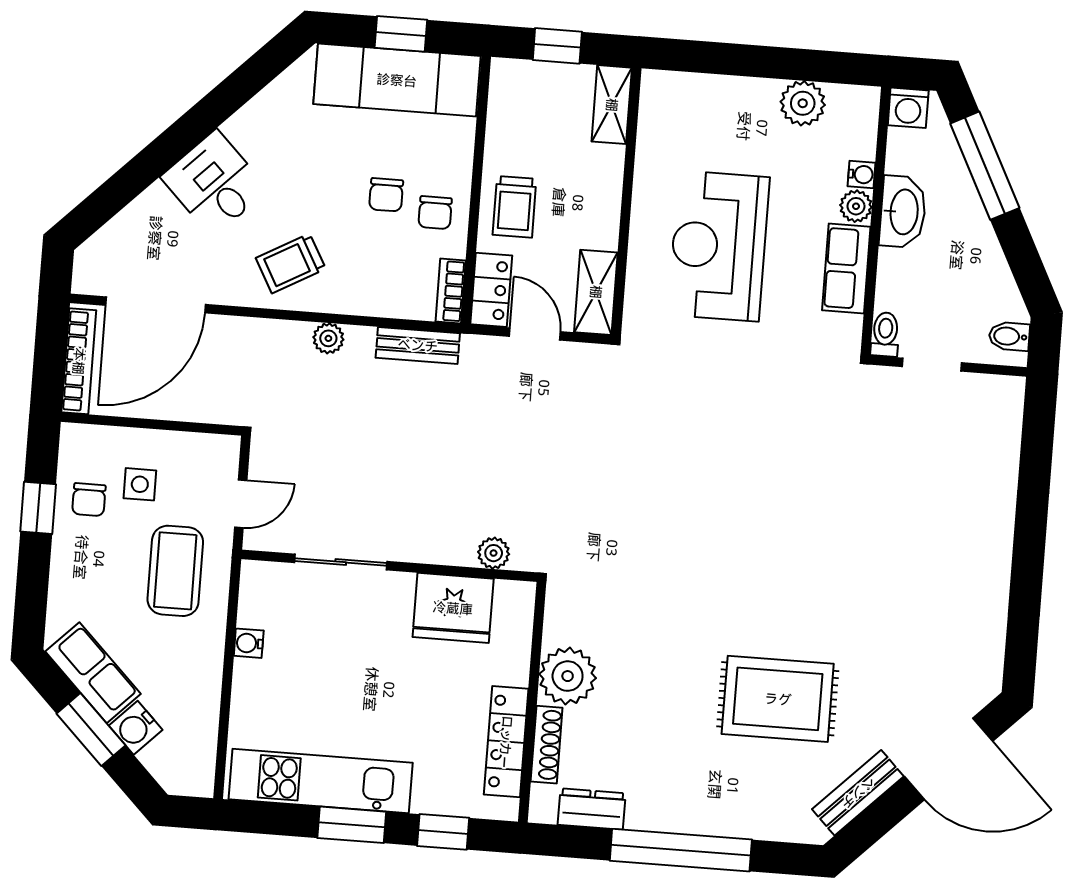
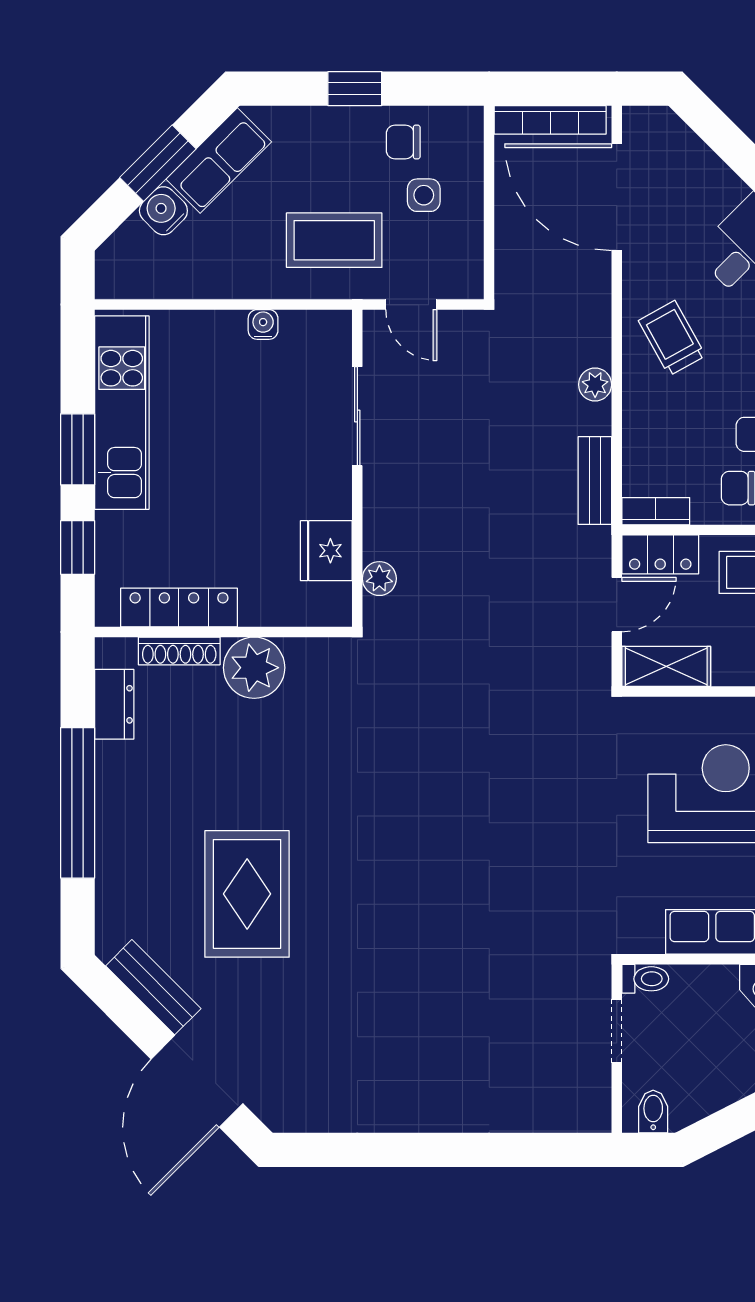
window: (38, 508) -> (355, 89), moved
fridge: (453, 608) -> (326, 551), width x0.73, depth x0.75

